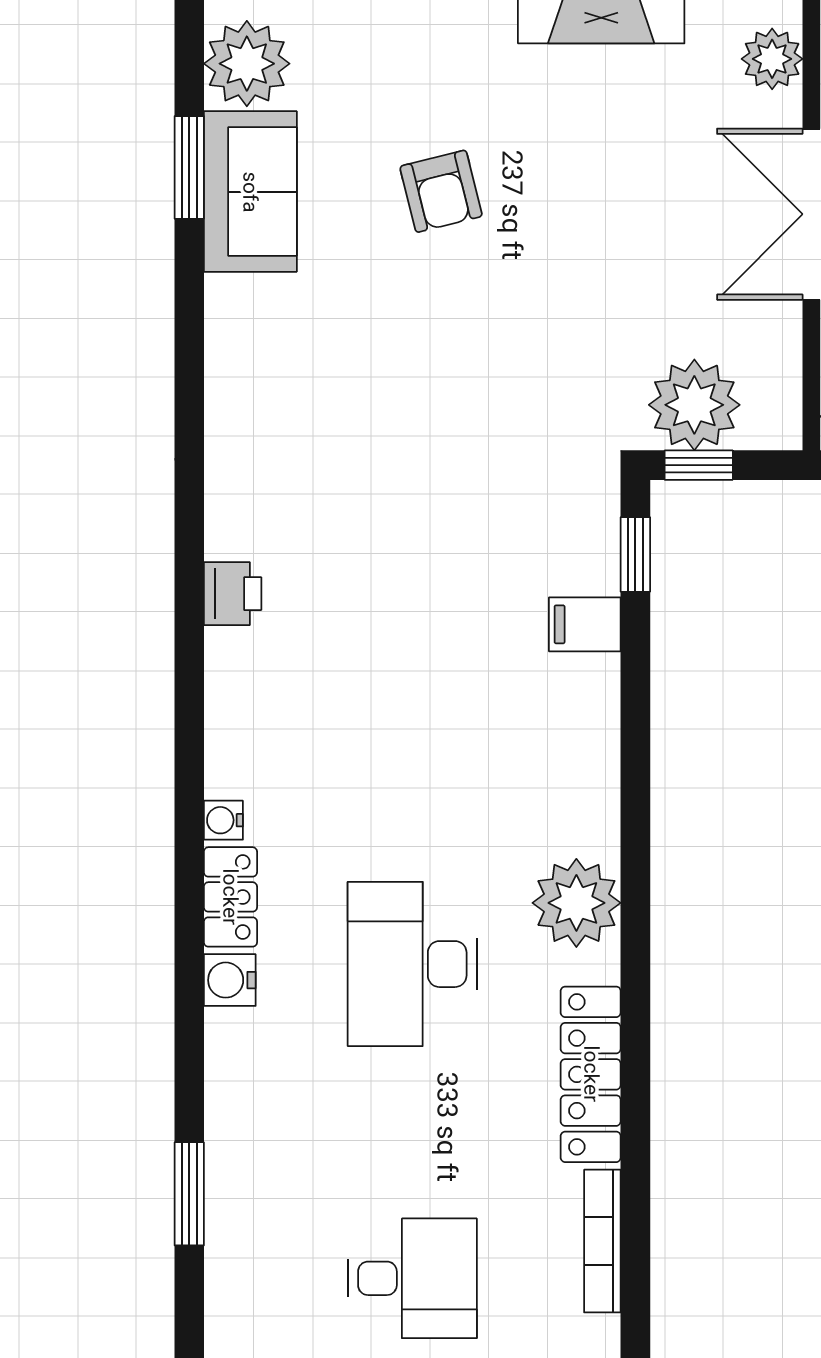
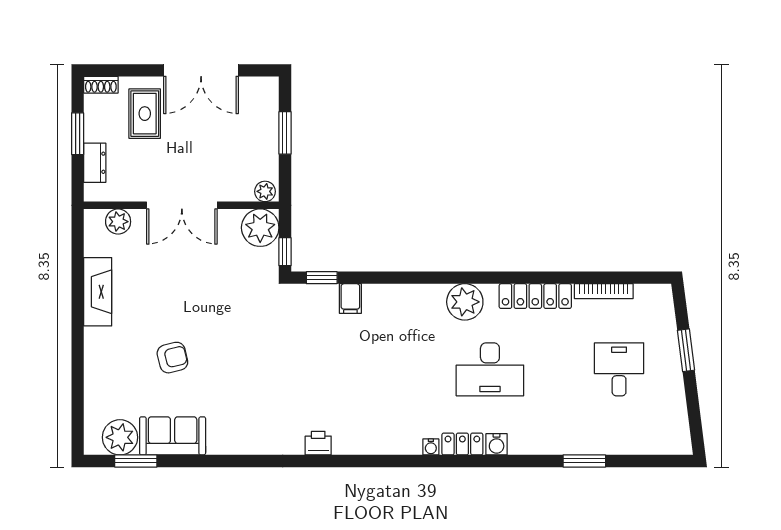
window: (189, 167) -> (136, 461), moved
plant: (694, 405) -> (260, 228), moved
printer: (233, 594) -> (318, 443), moved

